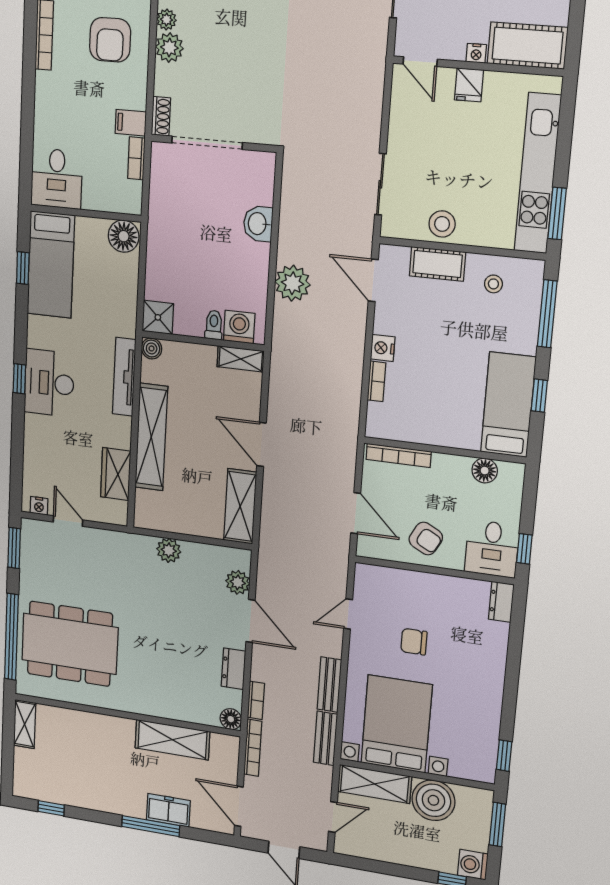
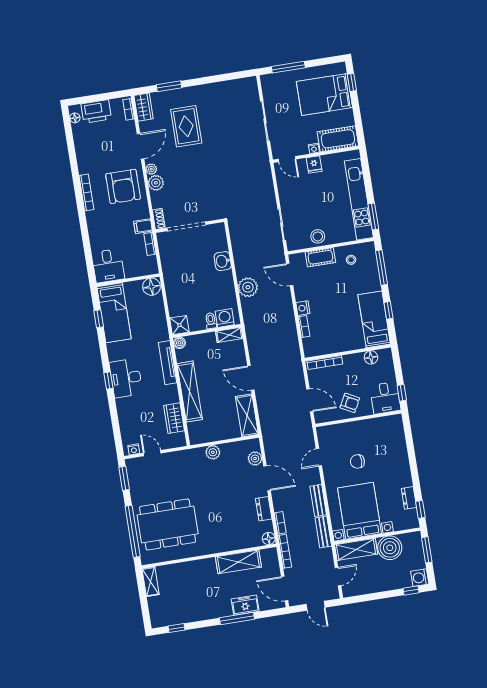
armchair: (110, 40) -> (123, 186), width x1.36, depth x1.36
dresser: (501, 602) -> (409, 498), moved

